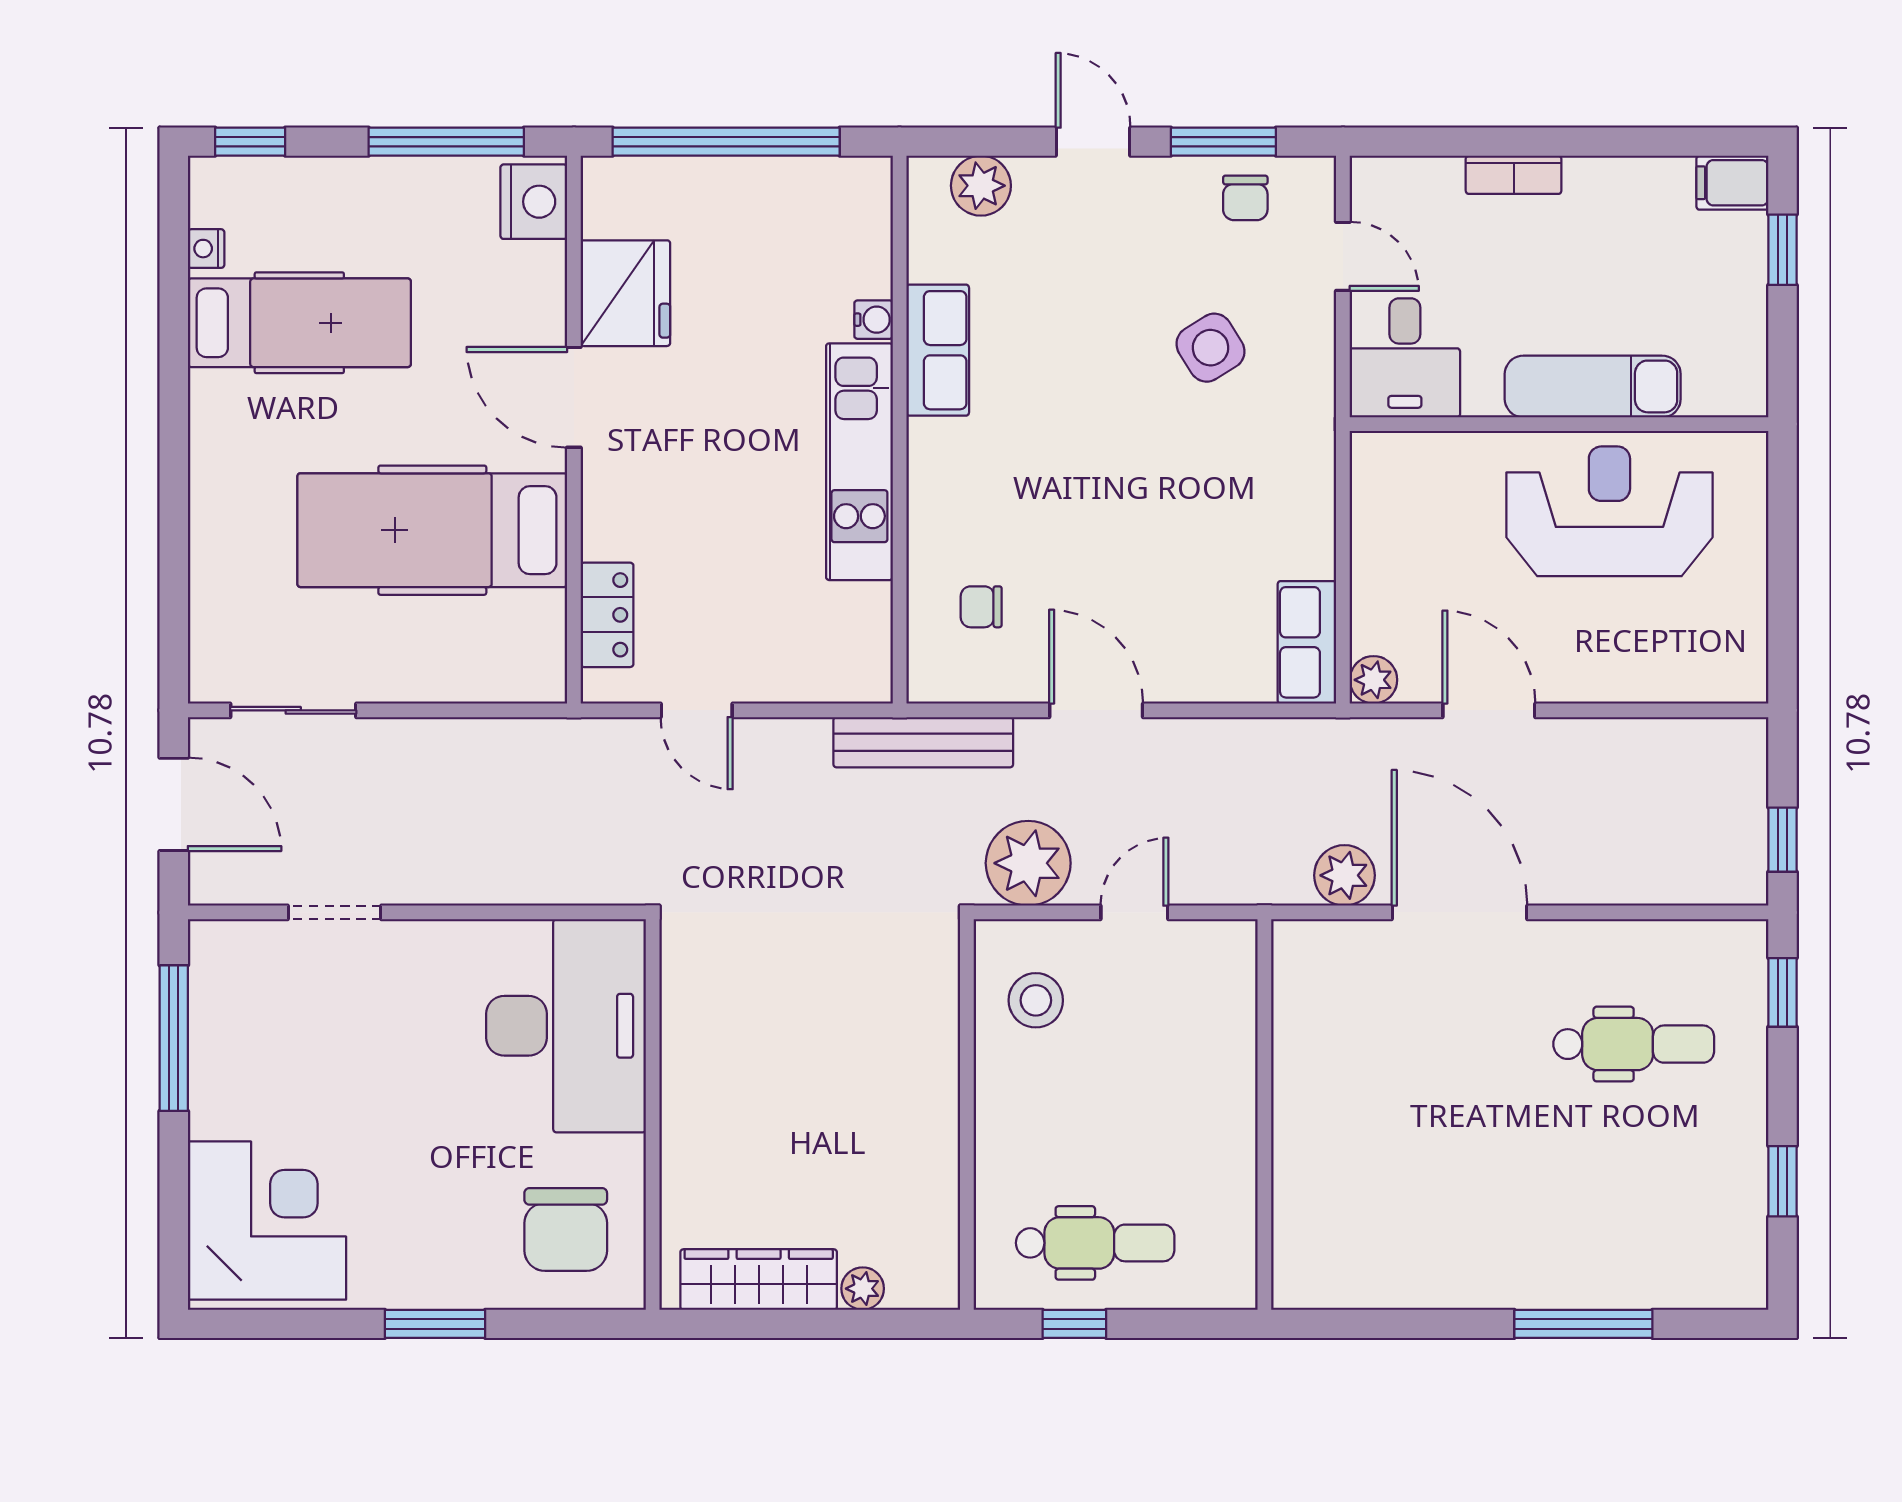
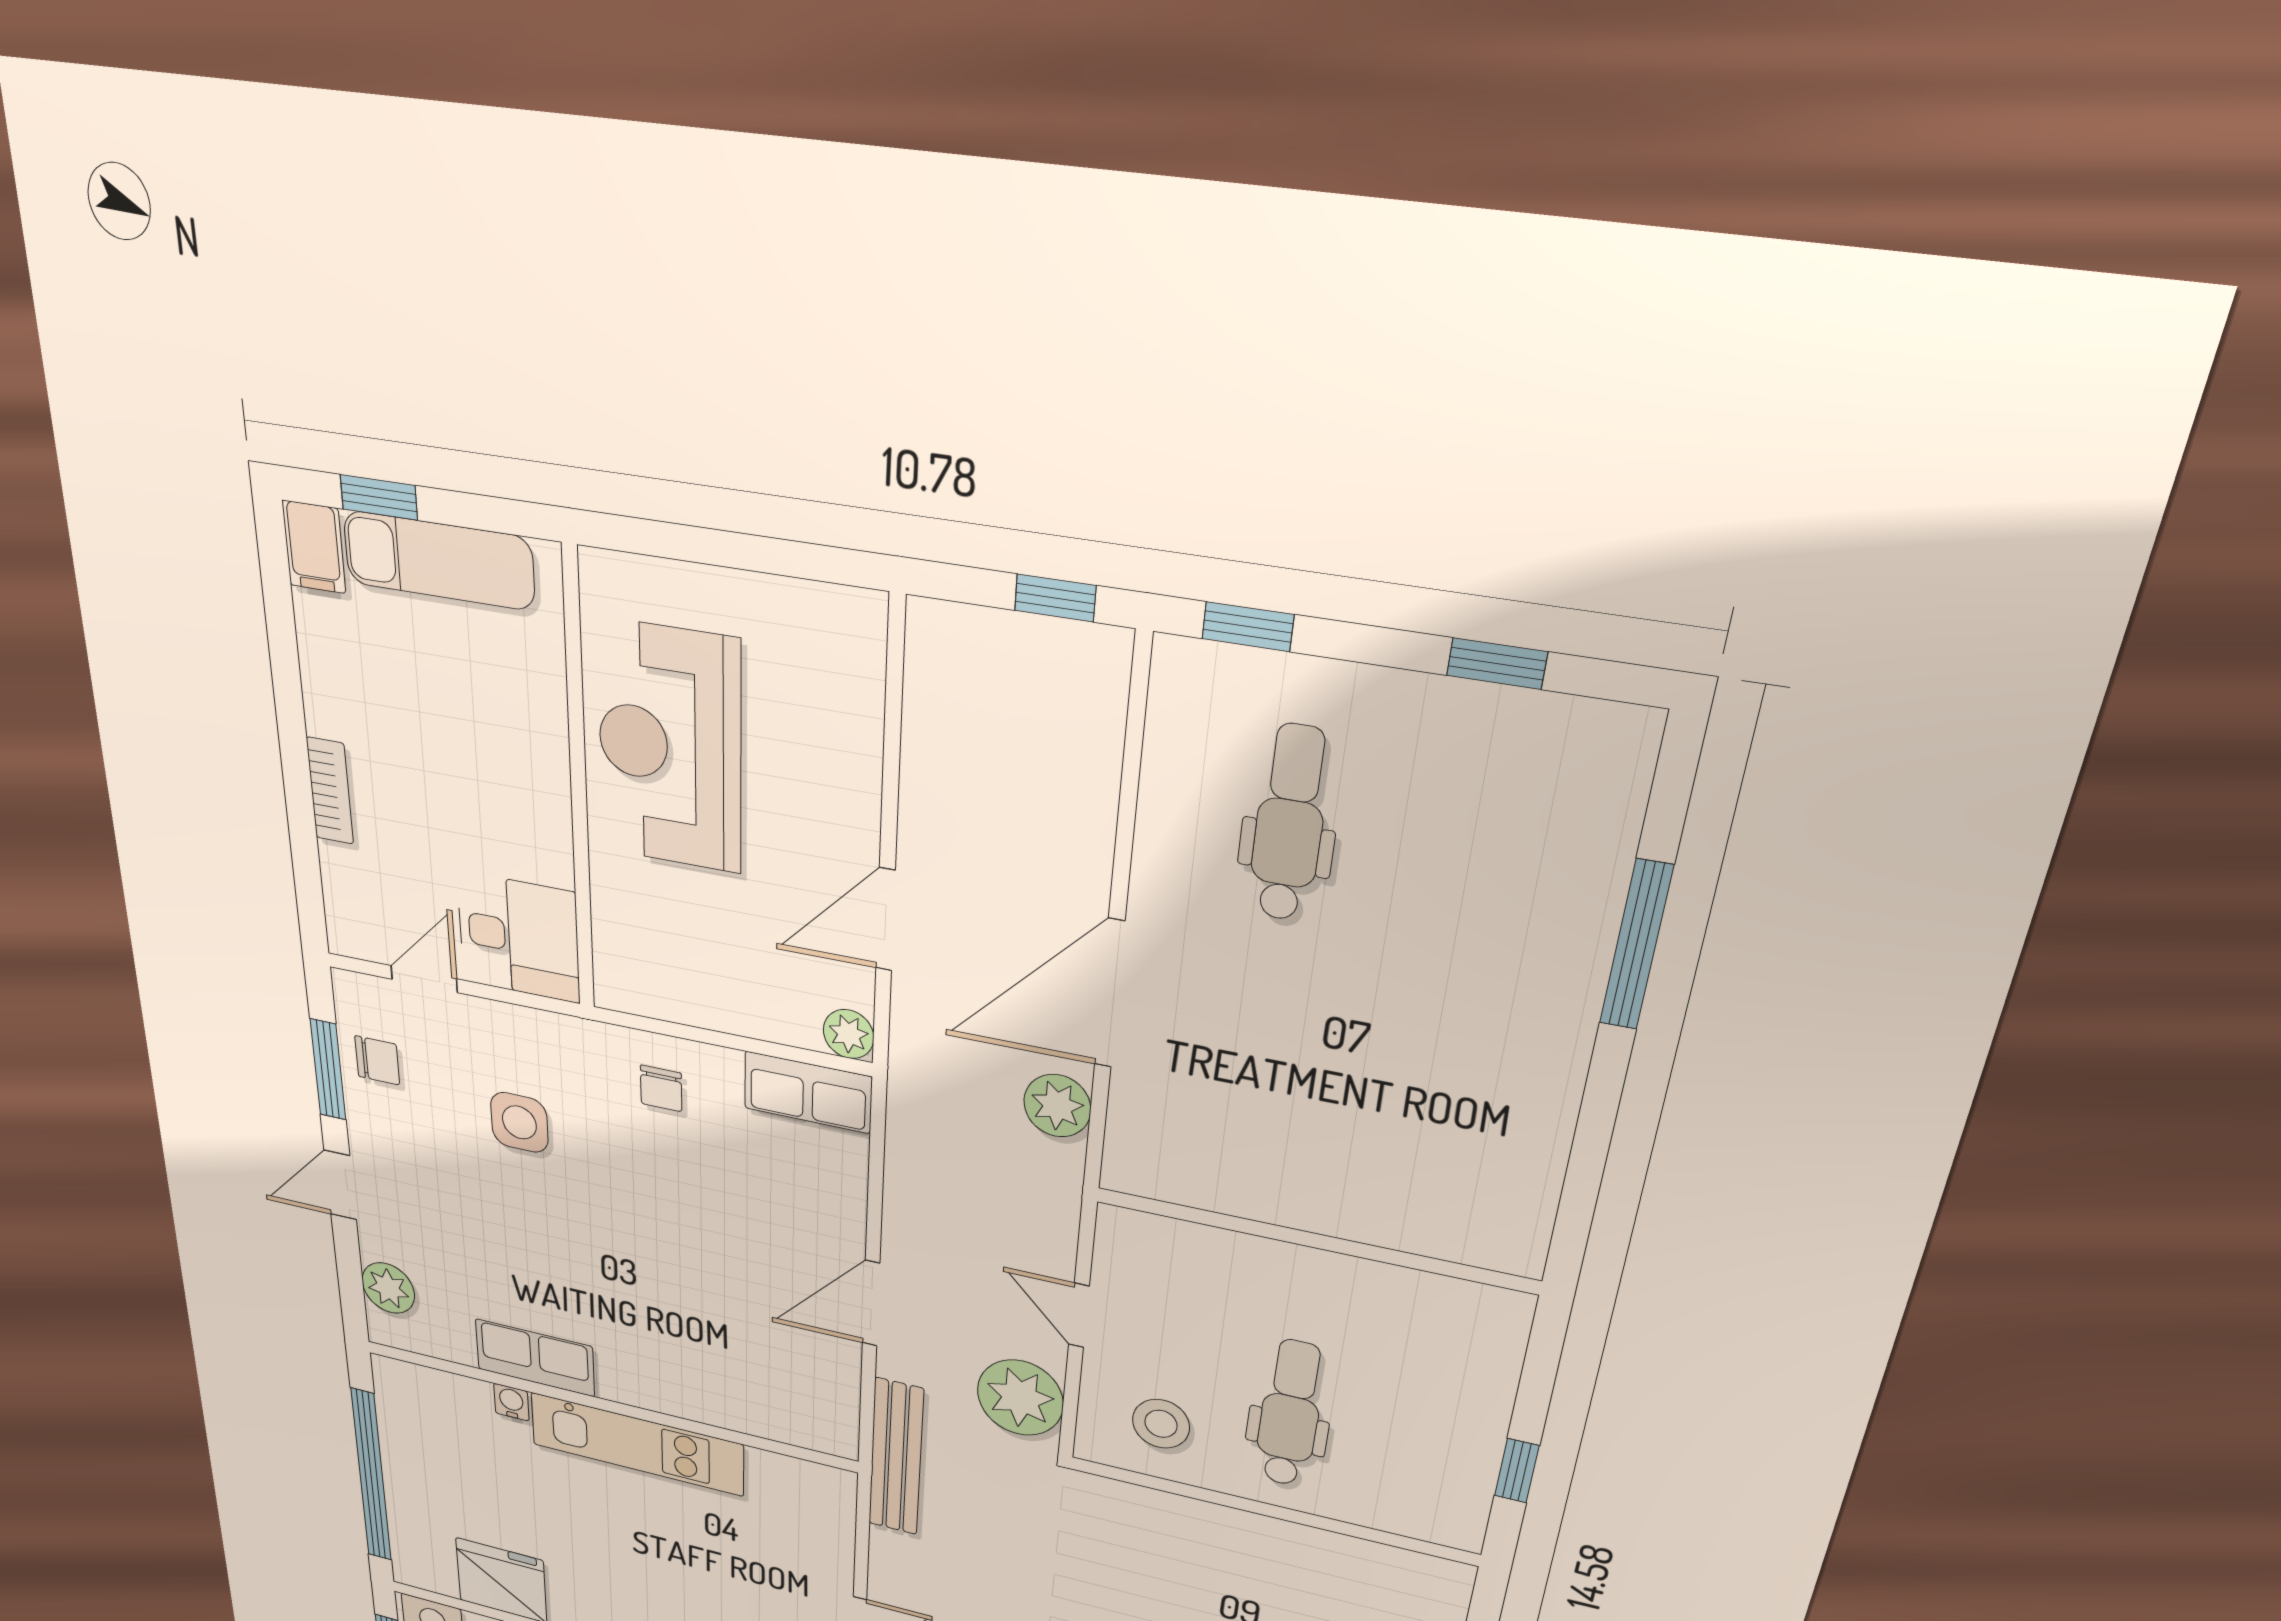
side table: (1210, 348) -> (519, 1122), turned 32
exam couch: (1593, 386) -> (439, 560), moved, turned -90
chair: (981, 607) -> (661, 1088), moved
dental chair: (1095, 1243) -> (1290, 1414), moved

